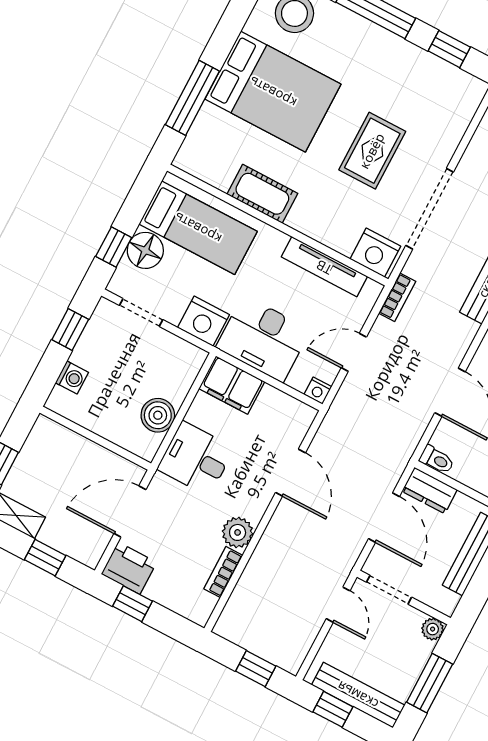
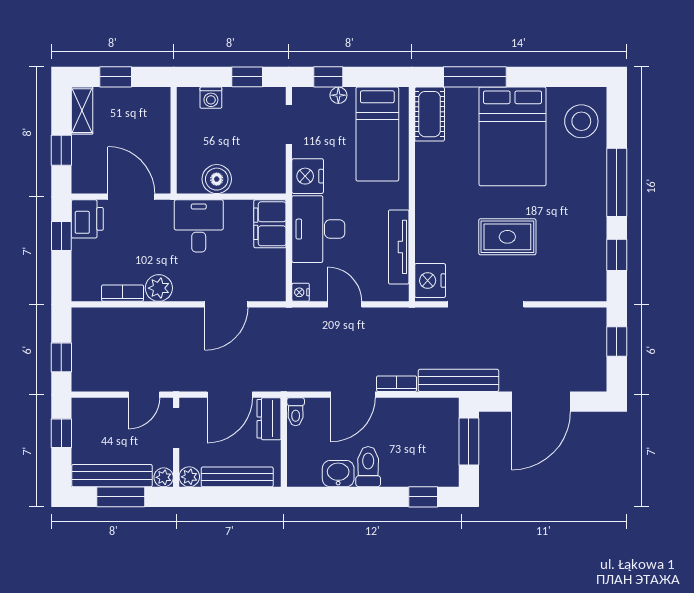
cot: (262, 194) -> (430, 114), moved
floor lamp: (145, 250) -> (338, 95), width x0.53, depth x0.53
bookcase: (397, 297) -> (397, 384), moved, turned 180
plant: (446, 603) -> (189, 477), added
bench: (358, 695) -> (112, 476), moved, turned 90

